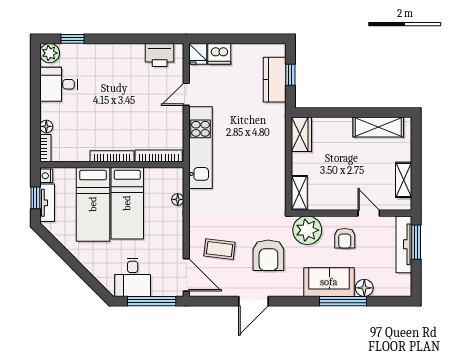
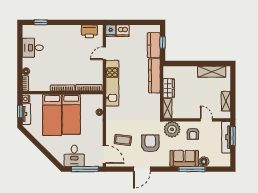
plant: (50, 53) -> (28, 30), removed
kitchen counter: (276, 134) -> (154, 76), added
wardrobe: (301, 134) -> (169, 88), moved
armchair: (268, 255) -> (150, 143), turned 180

